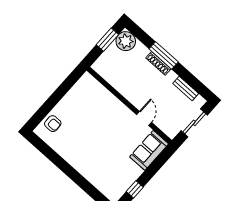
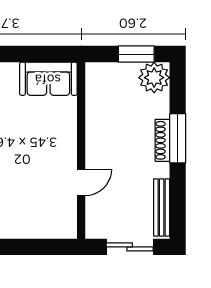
bench: (186, 88) -> (162, 207), width x1.36
sofa: (149, 150) -> (48, 79), moved, turned 180

